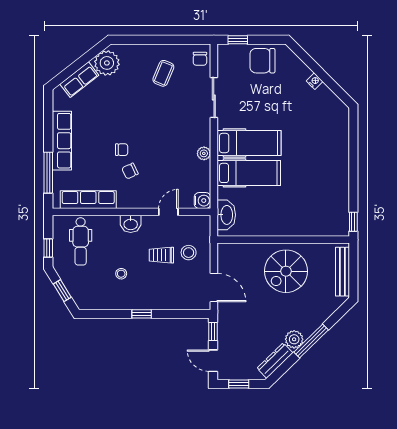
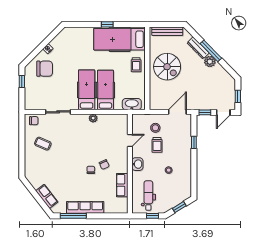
window: (238, 40) -> (22, 82), moved
chair: (262, 61) -> (45, 69), moved, turned -90
plant: (107, 63) -> (36, 179), removed
window: (48, 173) -> (73, 216), moved
hospital bed: (330, 196) -> (120, 39), added
row of seats: (88, 200) -> (122, 185), width x0.68
water cooler: (202, 201) -> (123, 119), removed
door: (168, 212) -> (130, 140), swing flipped
trolley: (289, 222) -> (136, 65), added
window: (353, 222) -> (107, 24), moved
dental chair: (81, 241) -> (148, 196), turned -90
window: (142, 314) -> (194, 142), moved
dresser: (275, 361) -> (198, 48), moved

